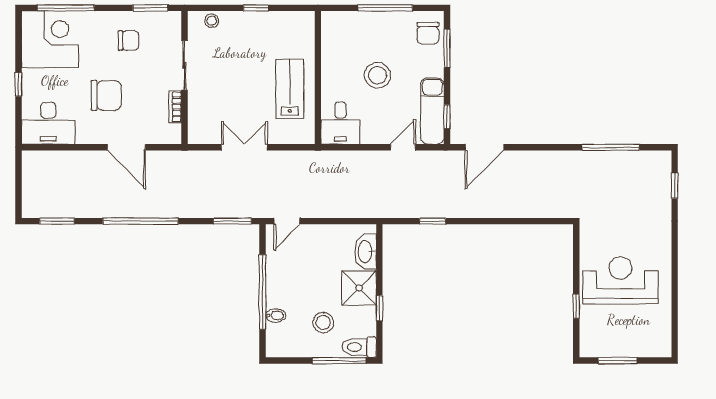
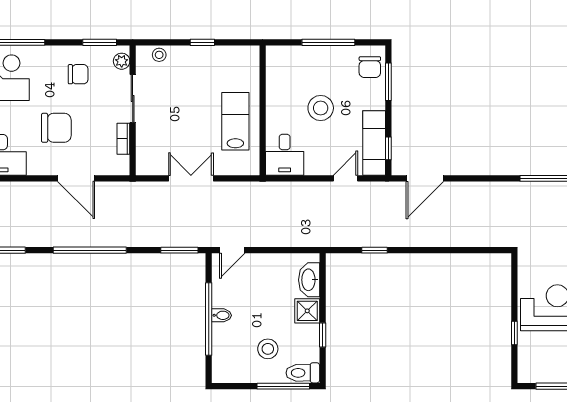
plant: (173, 27) -> (122, 61), added
shower: (359, 288) -> (307, 311), width x0.73, depth x0.73
bidet: (276, 315) -> (221, 315), moved

